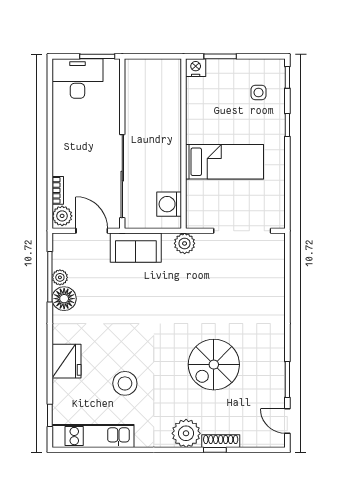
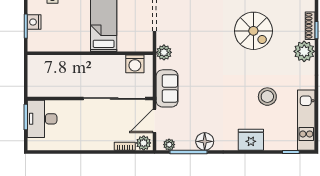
nightstand: (196, 68) -> (34, 22), moved
desk: (77, 78) -> (42, 119), moved
plant: (60, 277) -> (169, 145), moved

